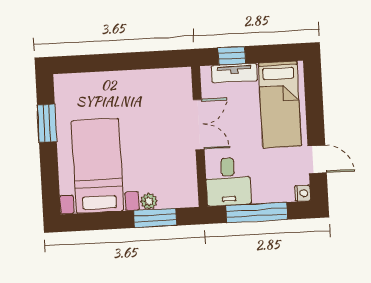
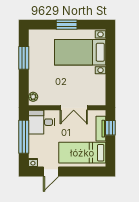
window: (47, 123) -> (67, 25), moved
bed with nightstands: (97, 166) -> (80, 52), moved, turned 180
plant: (149, 201) -> (33, 97), moved
window: (155, 218) -> (24, 58), moved

